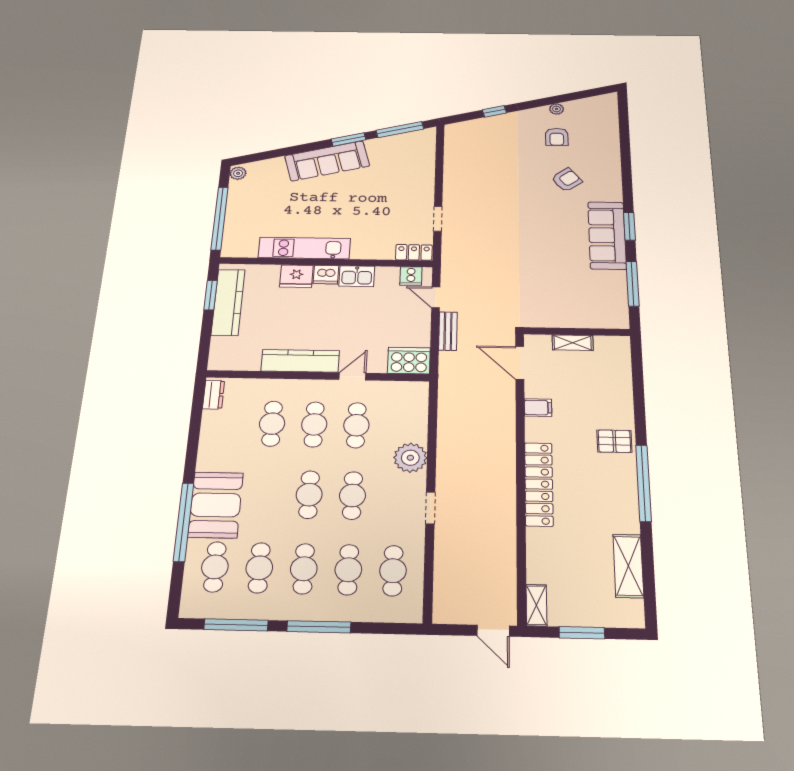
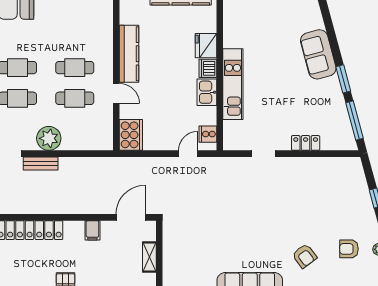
sofa: (327, 161) -> (318, 54), width x0.73
kitchen unit: (304, 248) -> (233, 84), moved
locker: (414, 252) -> (306, 143), moved, turned -90
bench: (448, 331) -> (41, 163), moved
cafe table: (272, 424) -> (75, 37), removed

